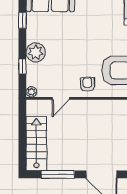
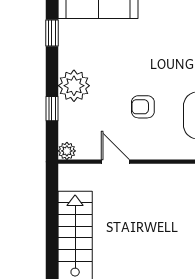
armchair: (88, 84) -> (143, 107), moved, turned -89
door: (61, 98) -> (115, 162), swing flipped

